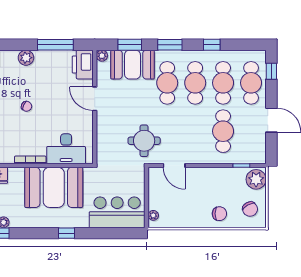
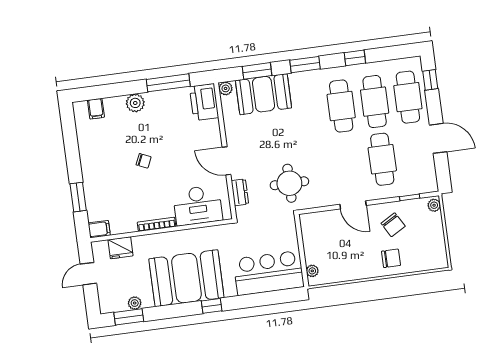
cafe table: (167, 83) -> (308, 110), removed
door: (95, 99) -> (226, 161), moved
dresser: (102, 143) -> (240, 192), added
door: (174, 166) -> (353, 205), moved
plant: (256, 179) -> (434, 205), width x0.53, depth x0.53
booth: (54, 187) -> (186, 278), moved
chair: (250, 209) -> (393, 225), moved

